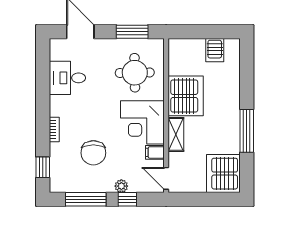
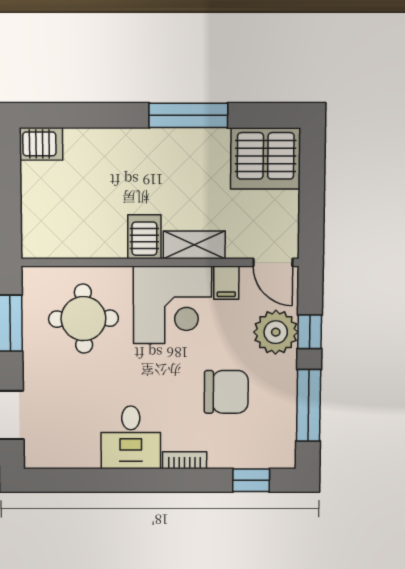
server rack: (215, 50) -> (41, 144), moved
desk: (67, 78) -> (131, 437), moved
server rack: (186, 96) -> (144, 237), width x0.46, depth x0.70
door: (166, 178) -> (273, 262), hinge flipped
plant: (121, 186) -> (276, 332), width x1.88, depth x1.88

